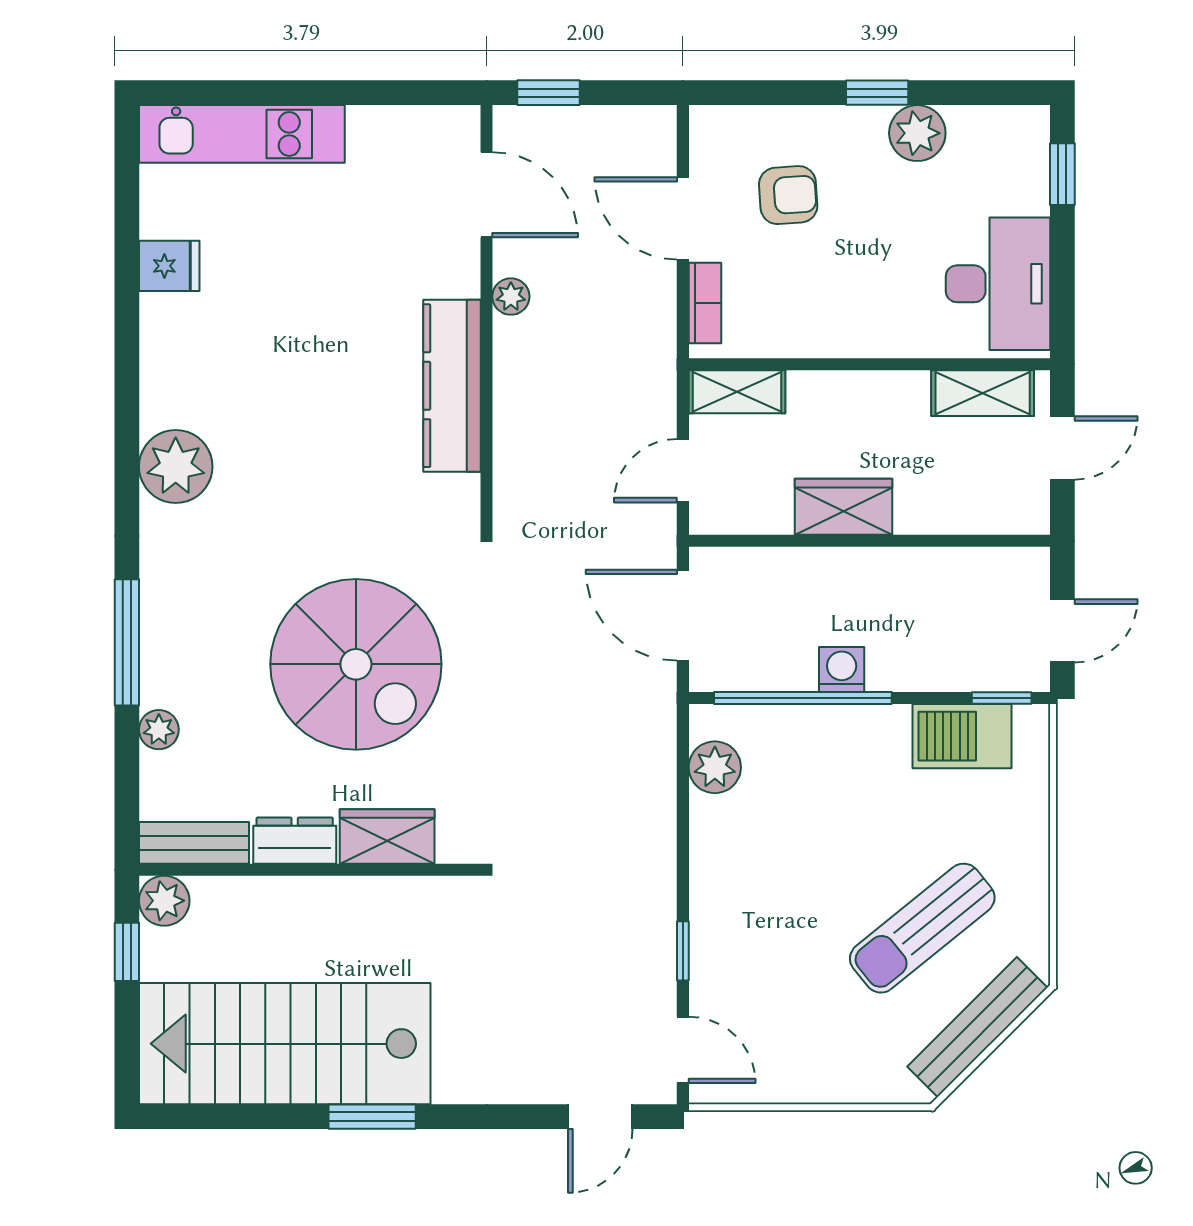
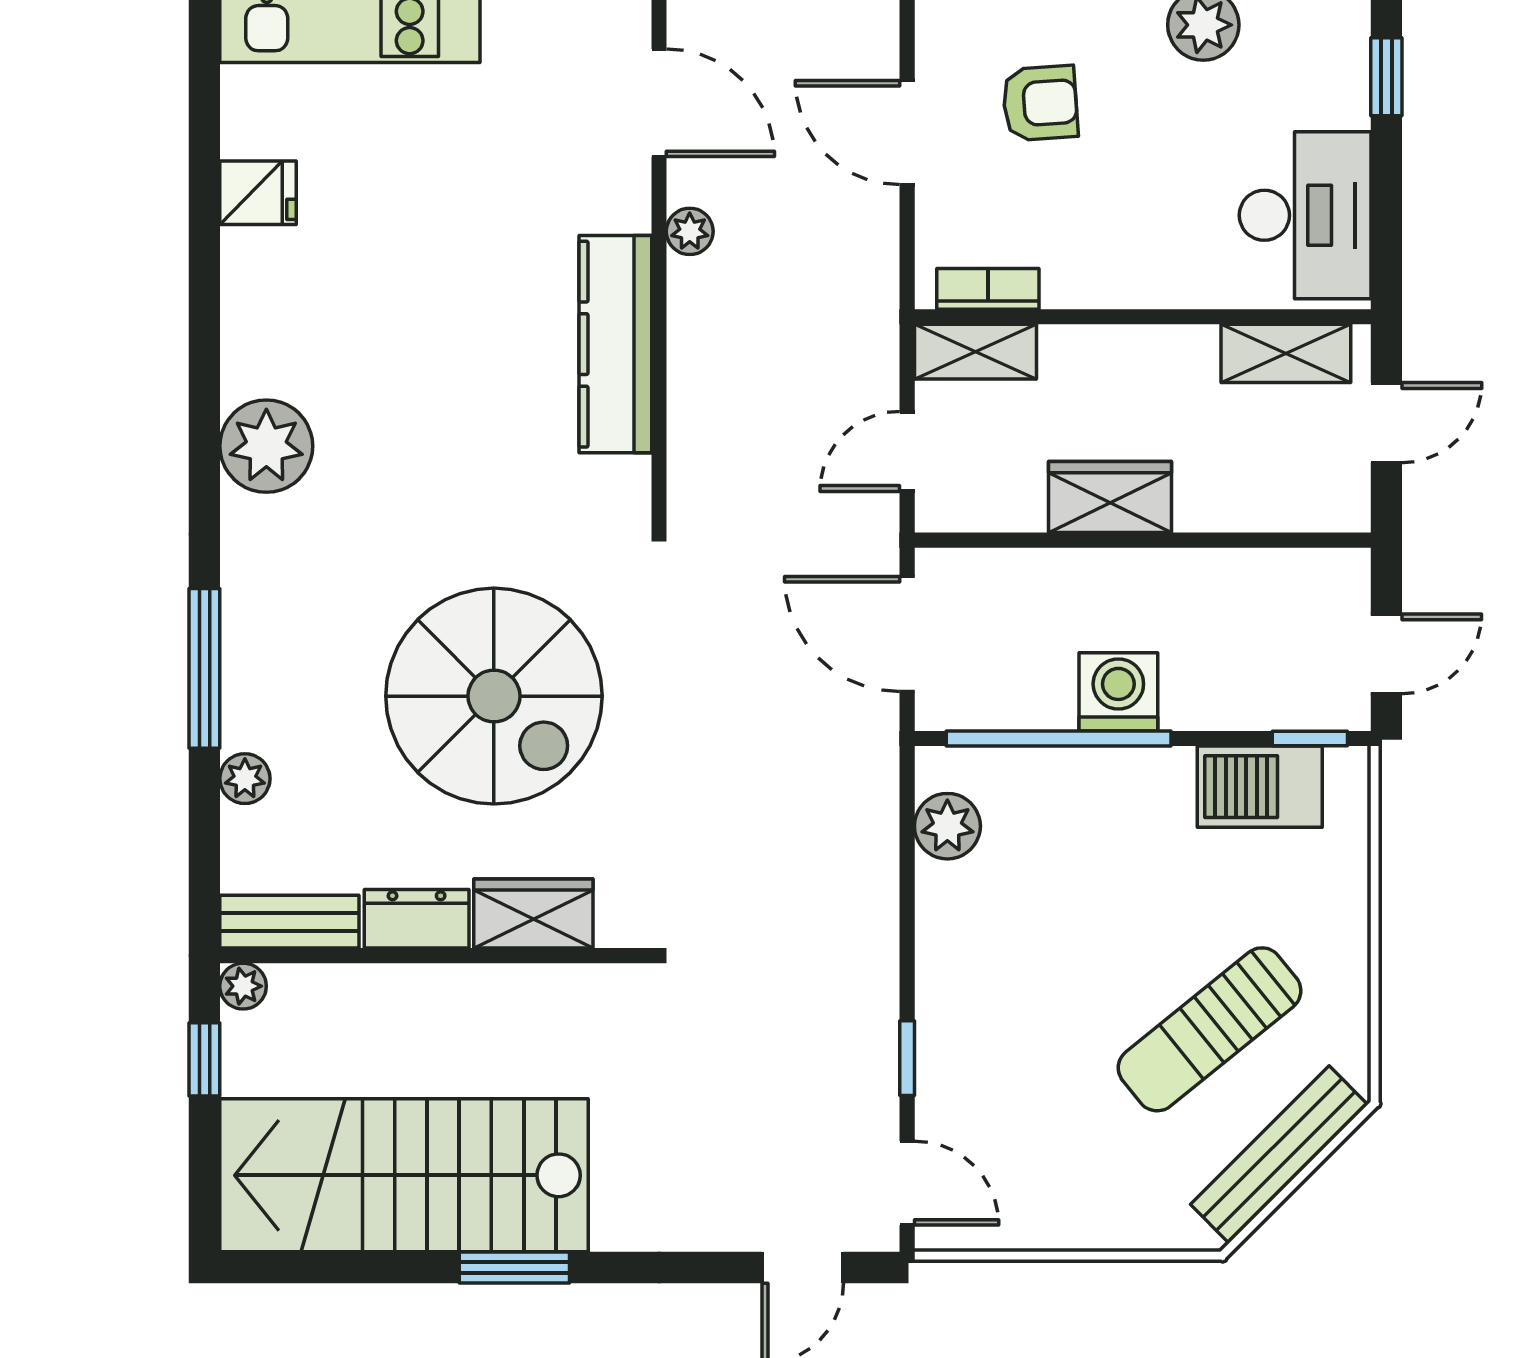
bookcase: (705, 303) -> (988, 289), moved, turned -90
washing machine: (842, 669) -> (1118, 692), width x1.38, depth x1.38
plant: (164, 901) -> (243, 986), width x0.73, depth x0.73

